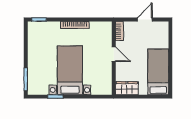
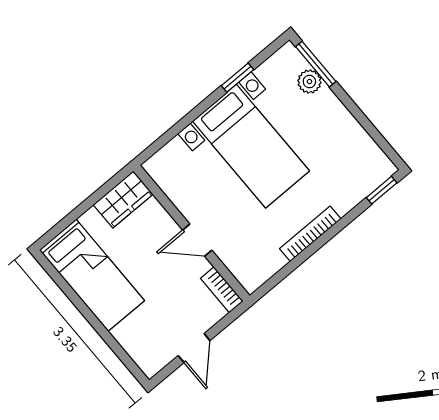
plant: (33, 75) -> (309, 82), added

